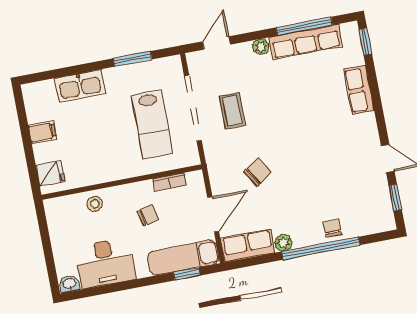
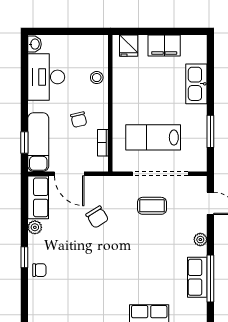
row of seats: (306, 42) -> (197, 277), width x0.68
filing cabinet: (42, 132) -> (164, 46), width x2.00
window: (321, 248) -> (24, 257), width x0.32

